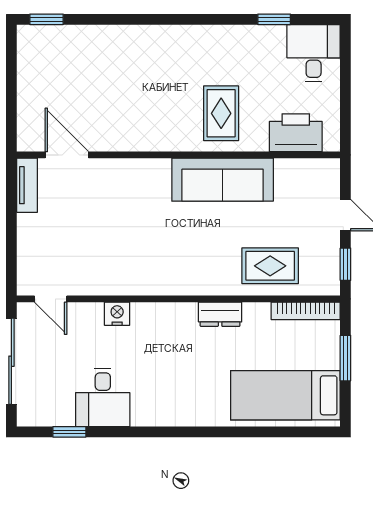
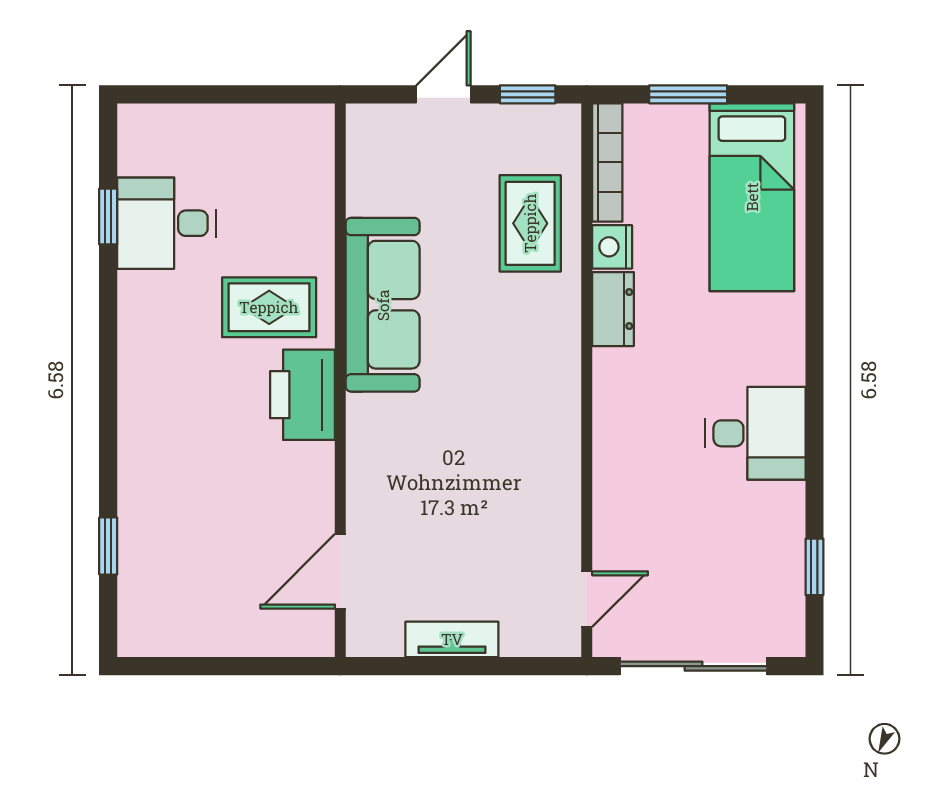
window: (46, 19) -> (108, 546), moved
desk: (314, 53) -> (166, 223), moved
printer: (296, 133) -> (302, 395), moved
tv unit: (27, 185) -> (452, 639), moved
nightstand: (117, 314) -> (612, 247), moved
desk: (103, 397) -> (755, 433), moved

